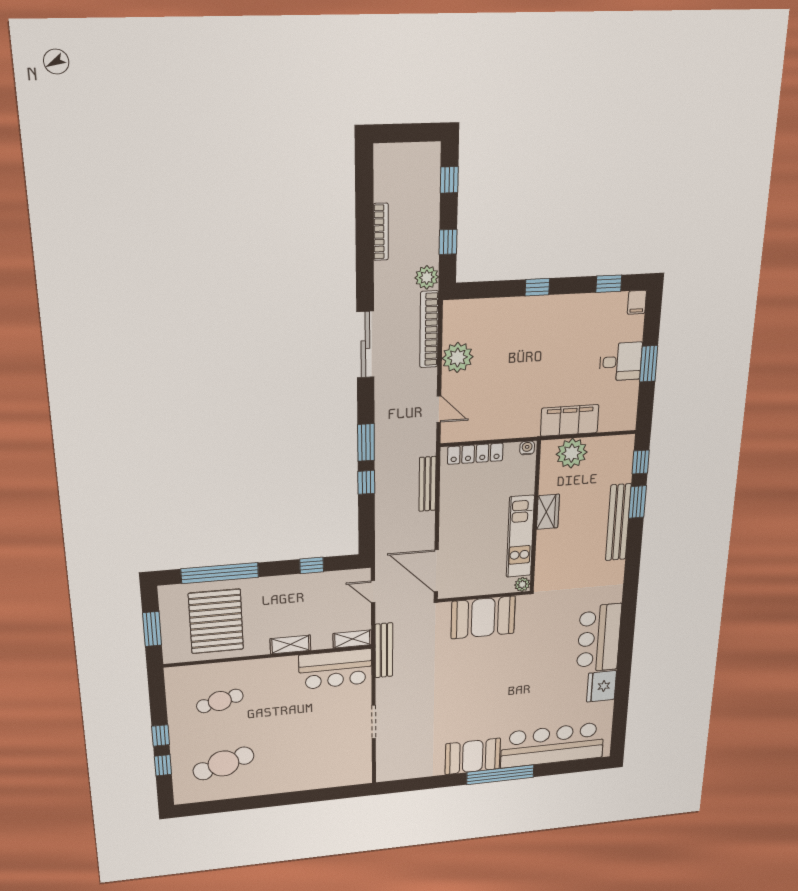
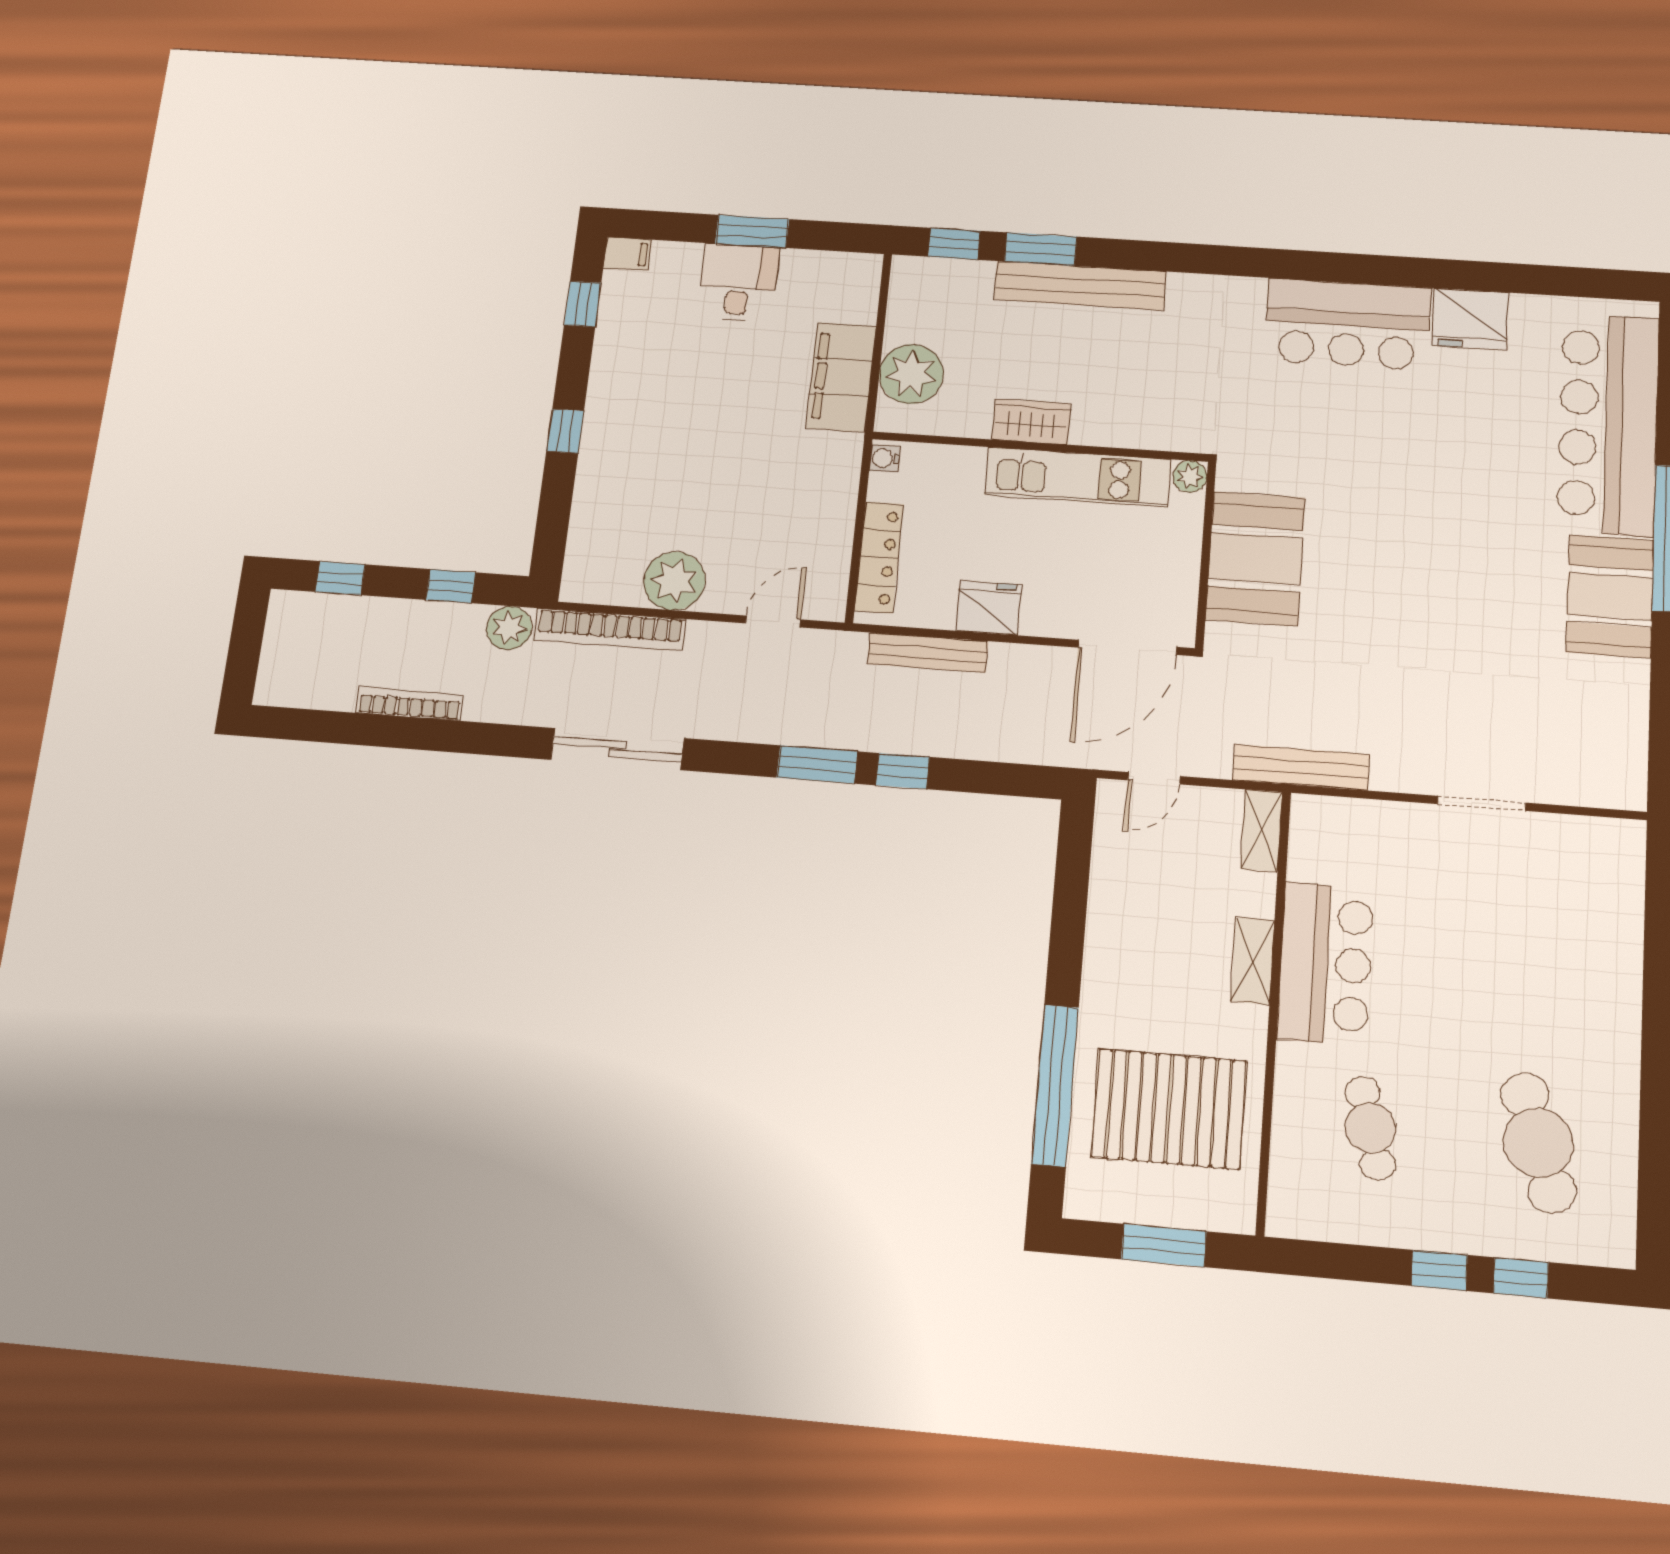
fridge: (452, 508) -> (989, 608), added
window: (312, 565) -> (1070, 897), removed
bar counter: (335, 669) -> (1325, 964), moved

